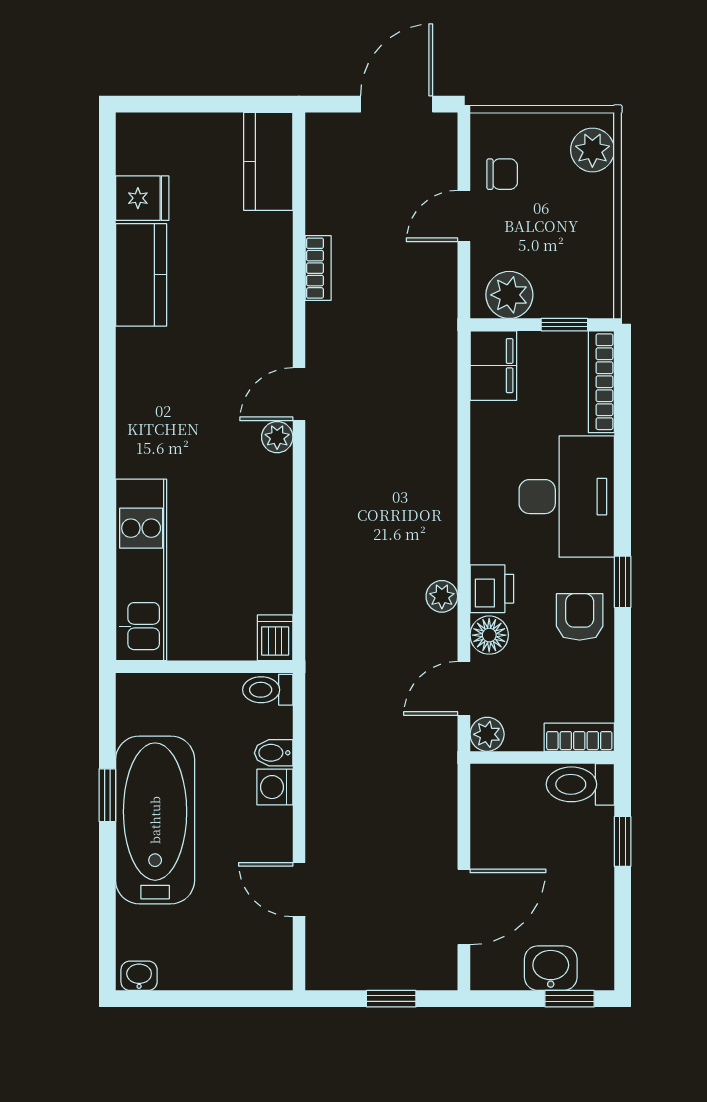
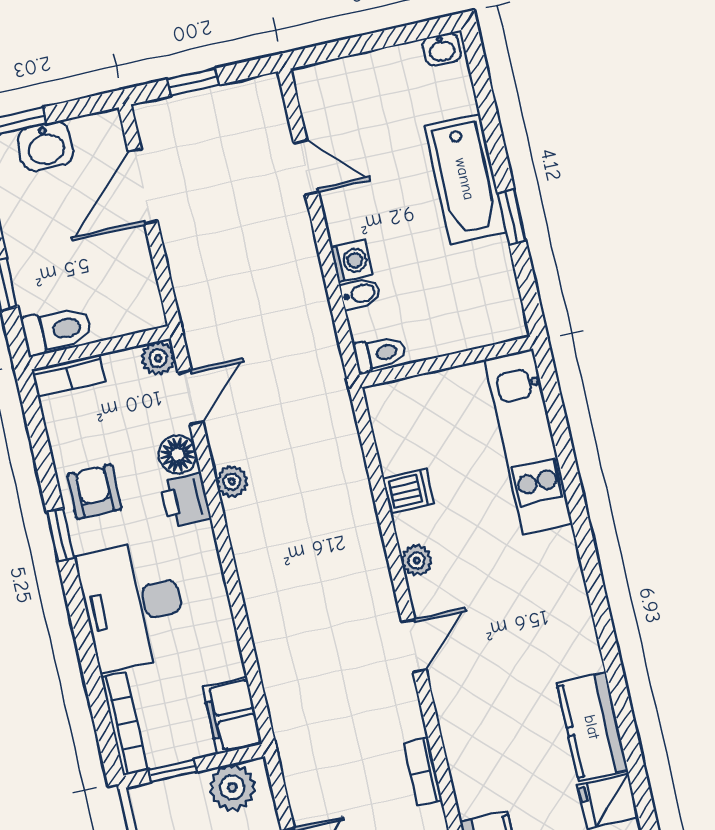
plant: (277, 437) -> (417, 560), moved
armchair: (580, 617) -> (94, 492), turned 180
dishwasher: (275, 638) -> (408, 491), moved, turned -90
bathtub: (155, 820) -> (465, 179), width x0.73, depth x0.73

